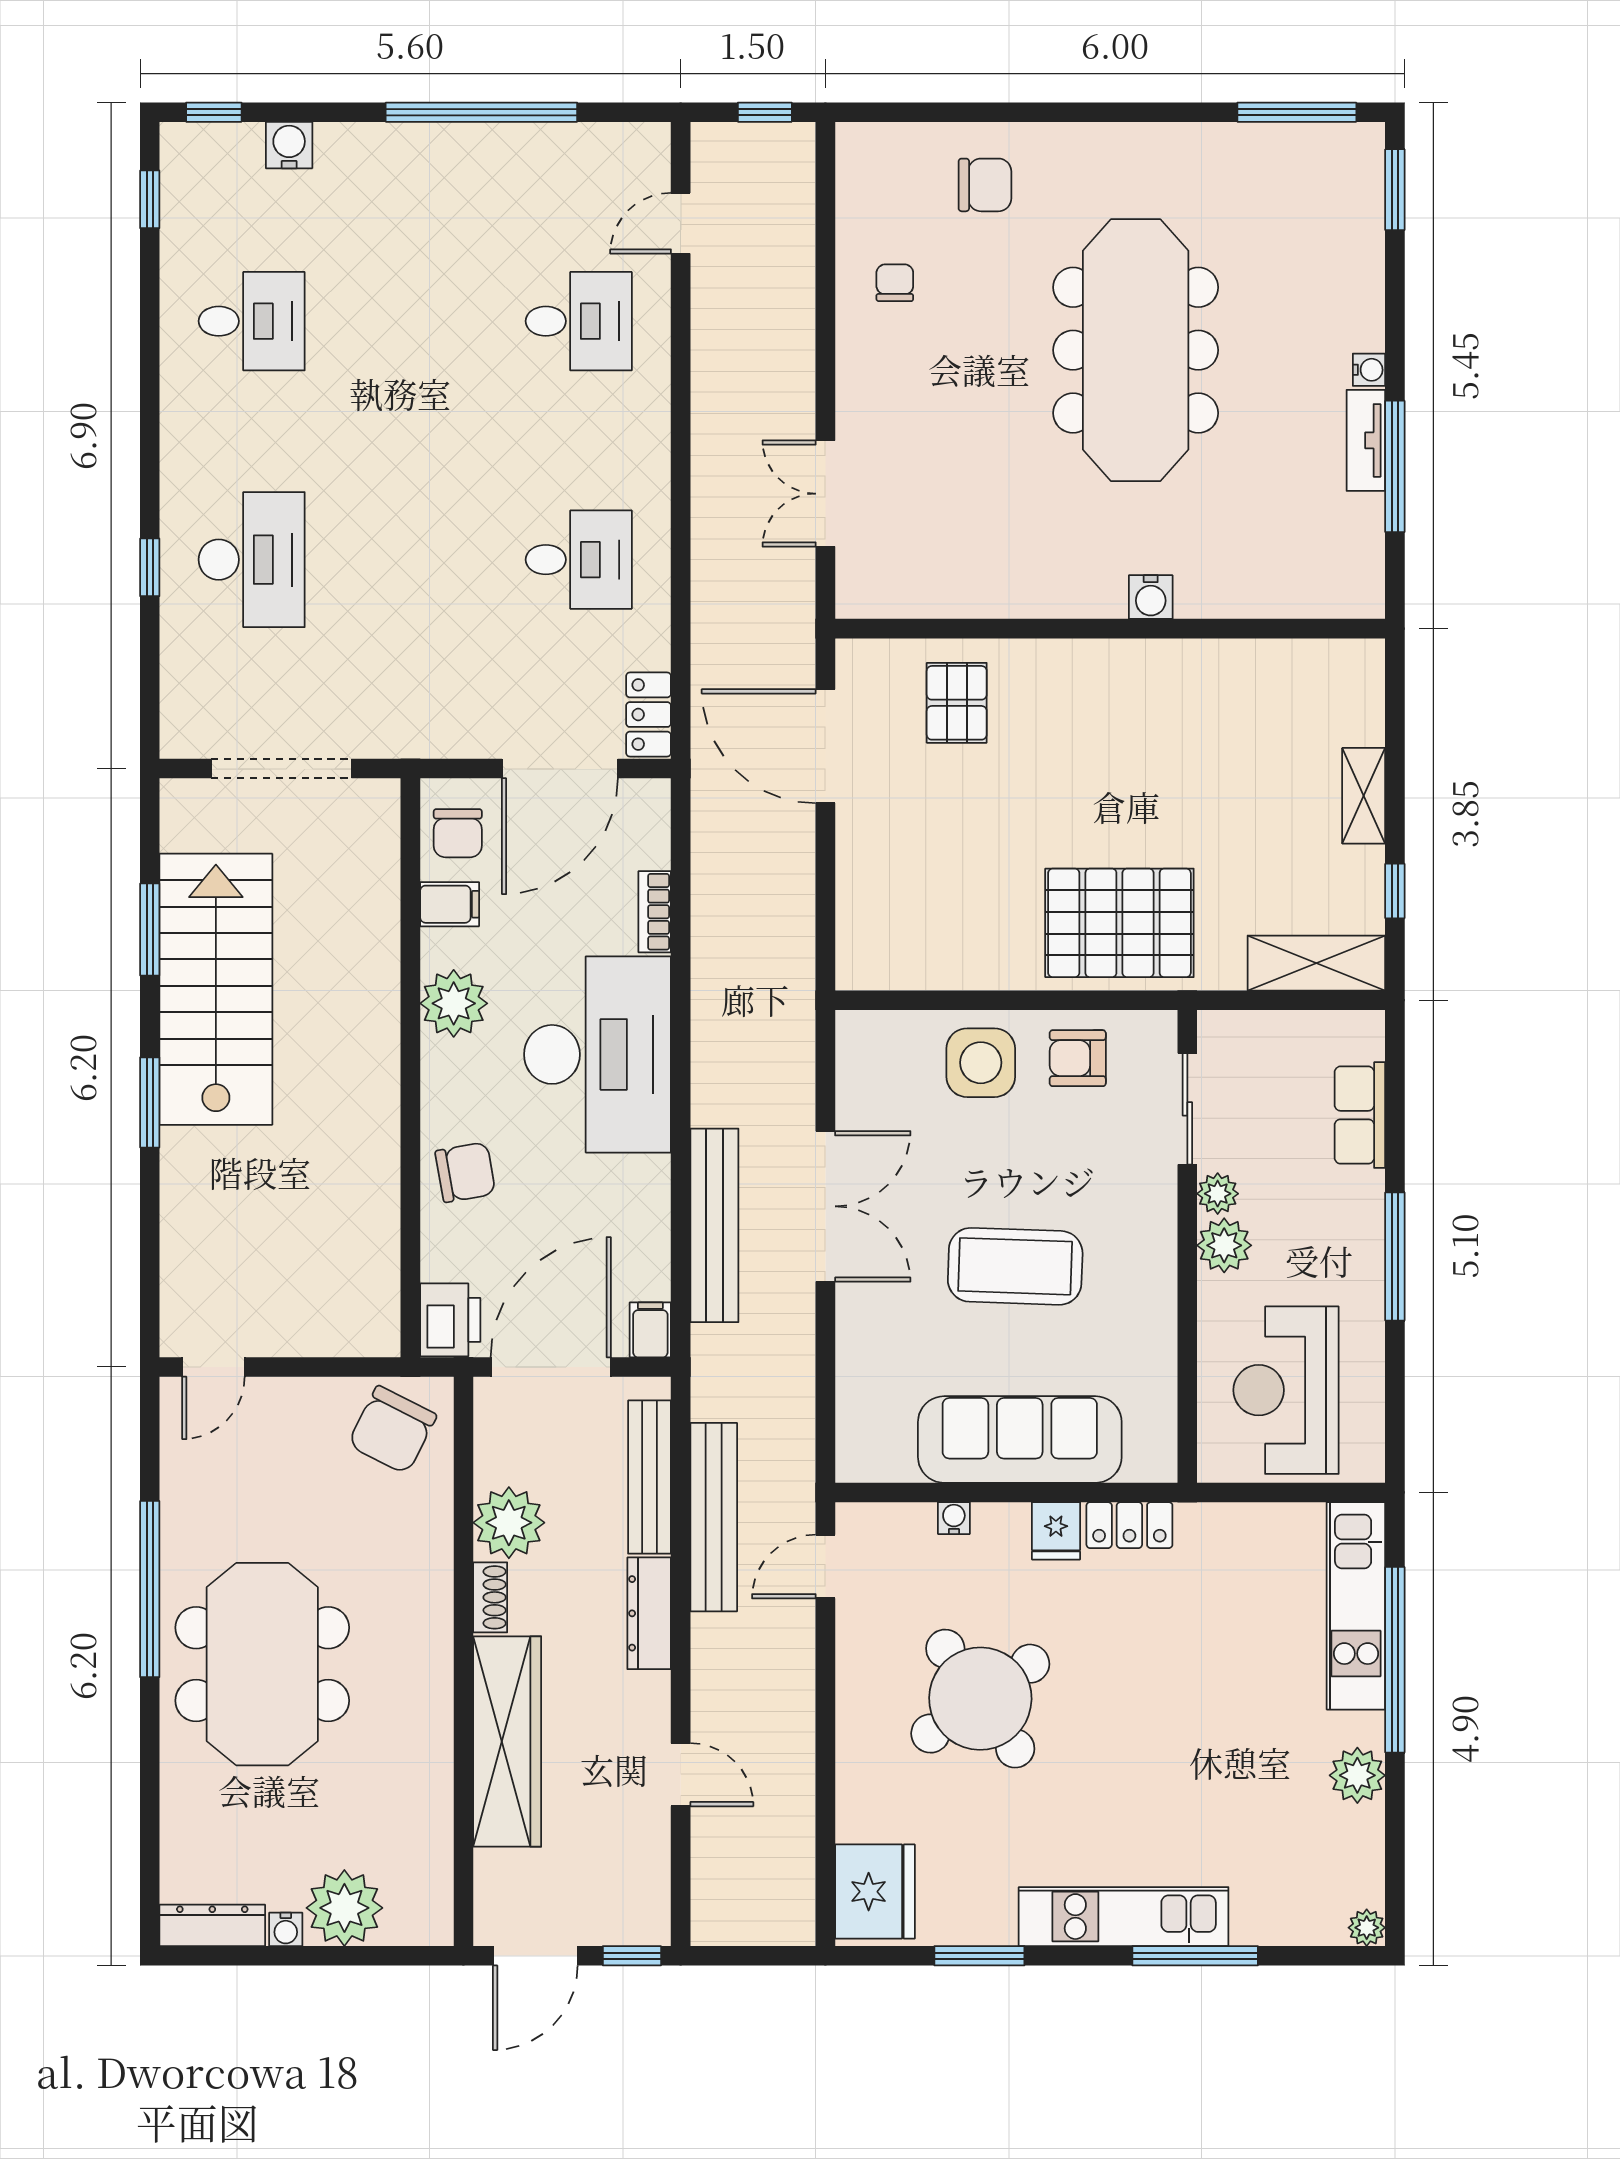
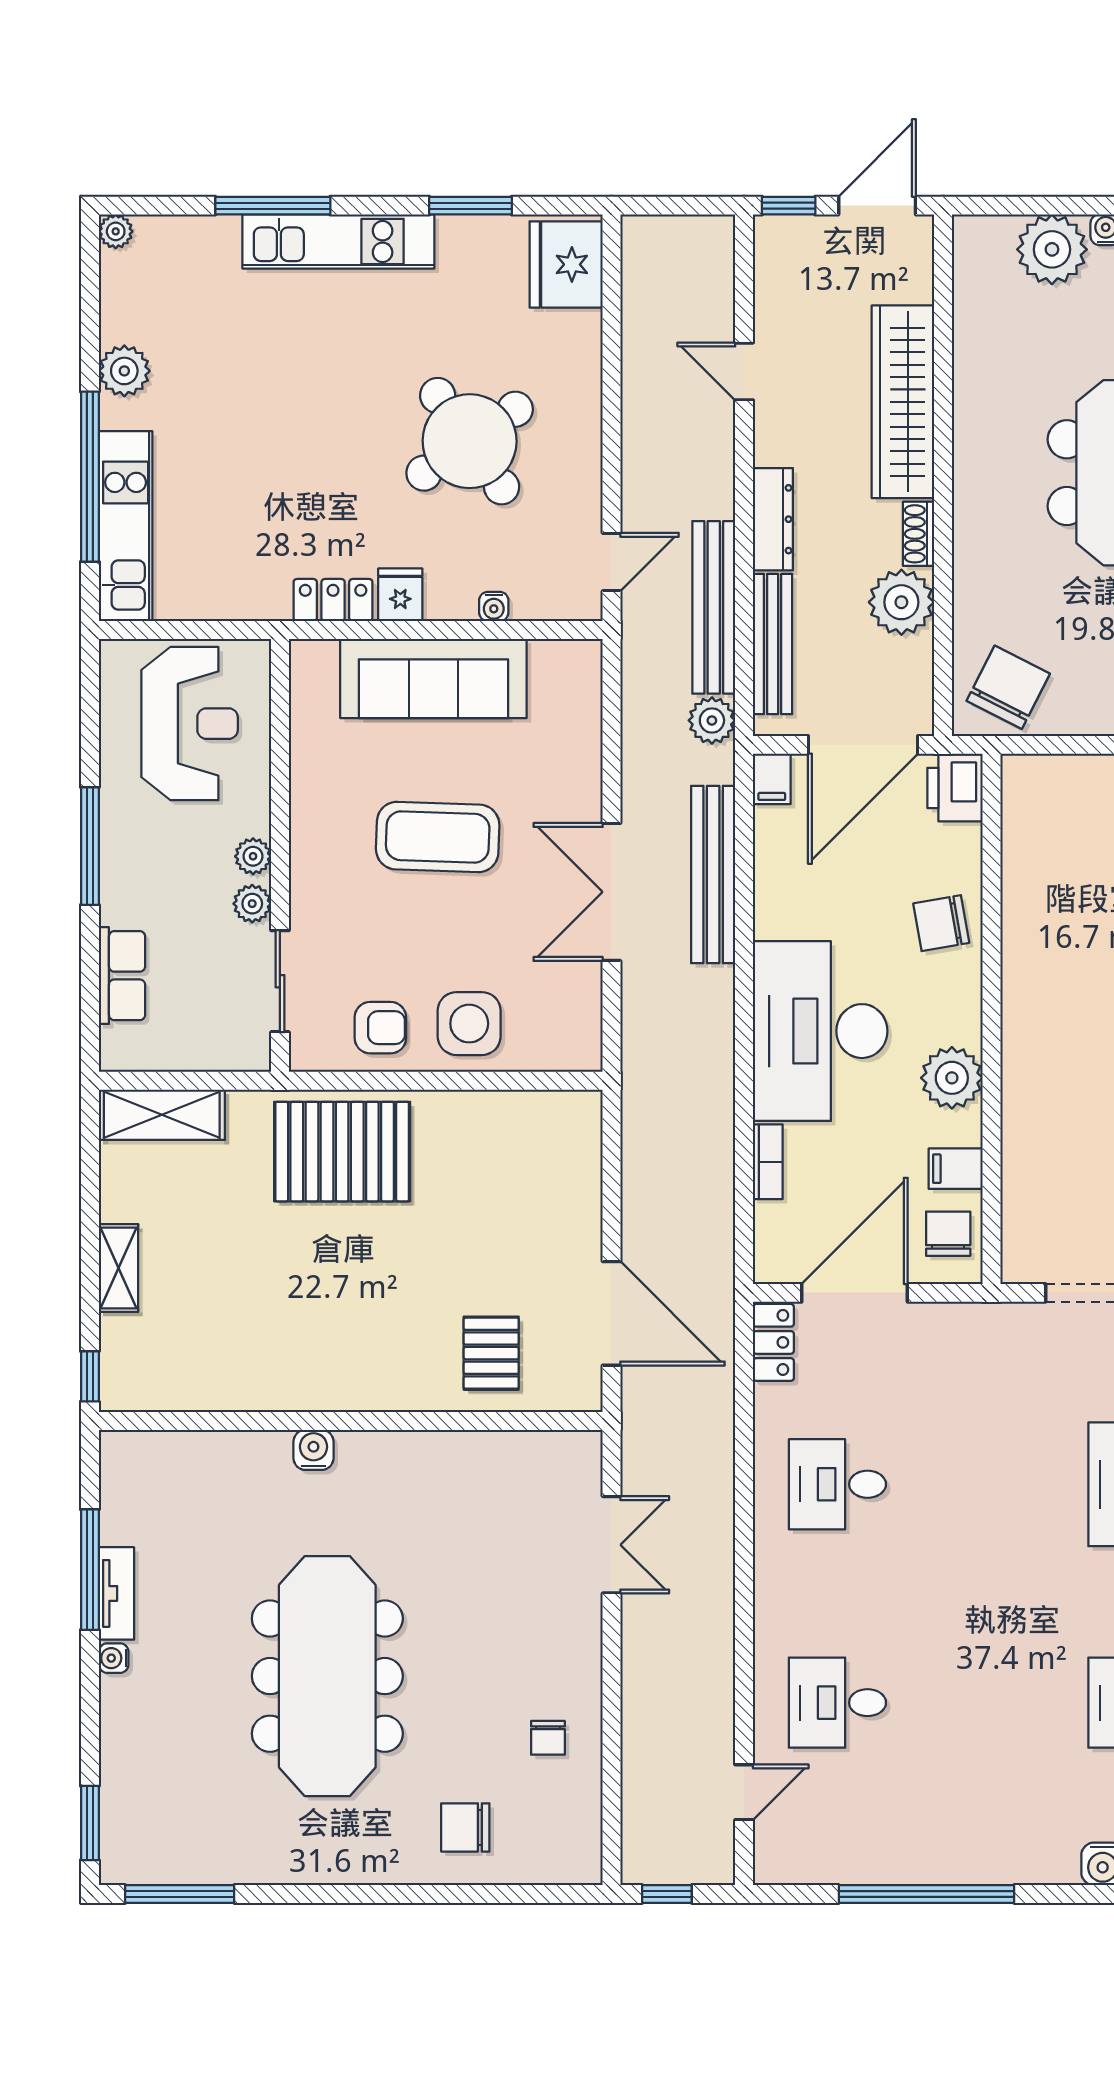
window: (1395, 891) -> (90, 1376), moved
plant: (1224, 1245) -> (253, 856), width x0.73, depth x0.73
plant: (716, 1394) -> (712, 720), added

